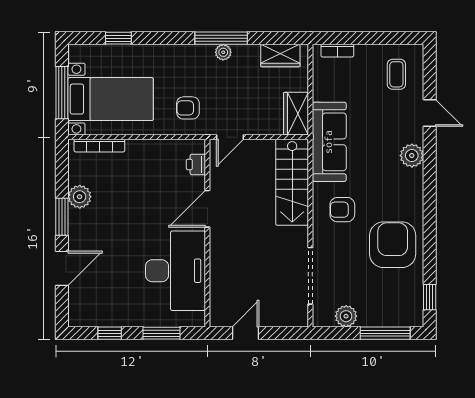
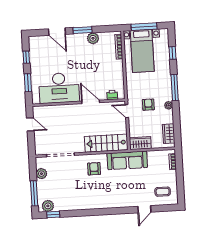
window: (221, 38) -> (175, 88), moved
armchair: (188, 108) -> (148, 105), moved
plant: (412, 156) -> (48, 206), moved
armchair: (393, 245) -> (78, 195), removed

